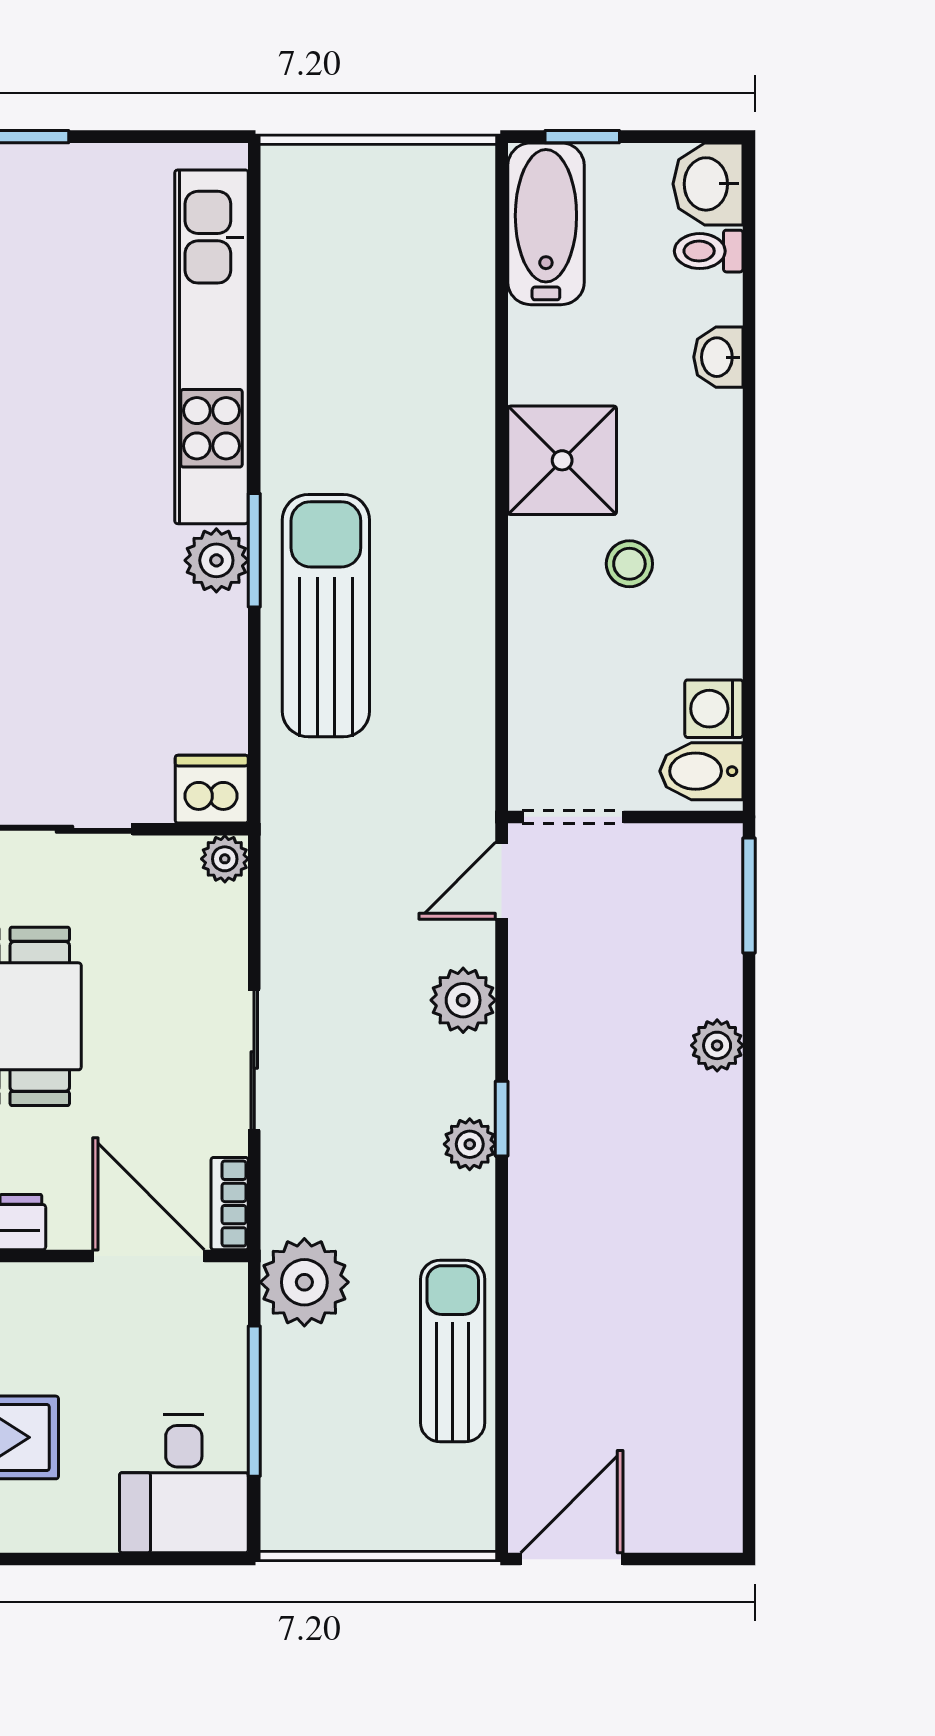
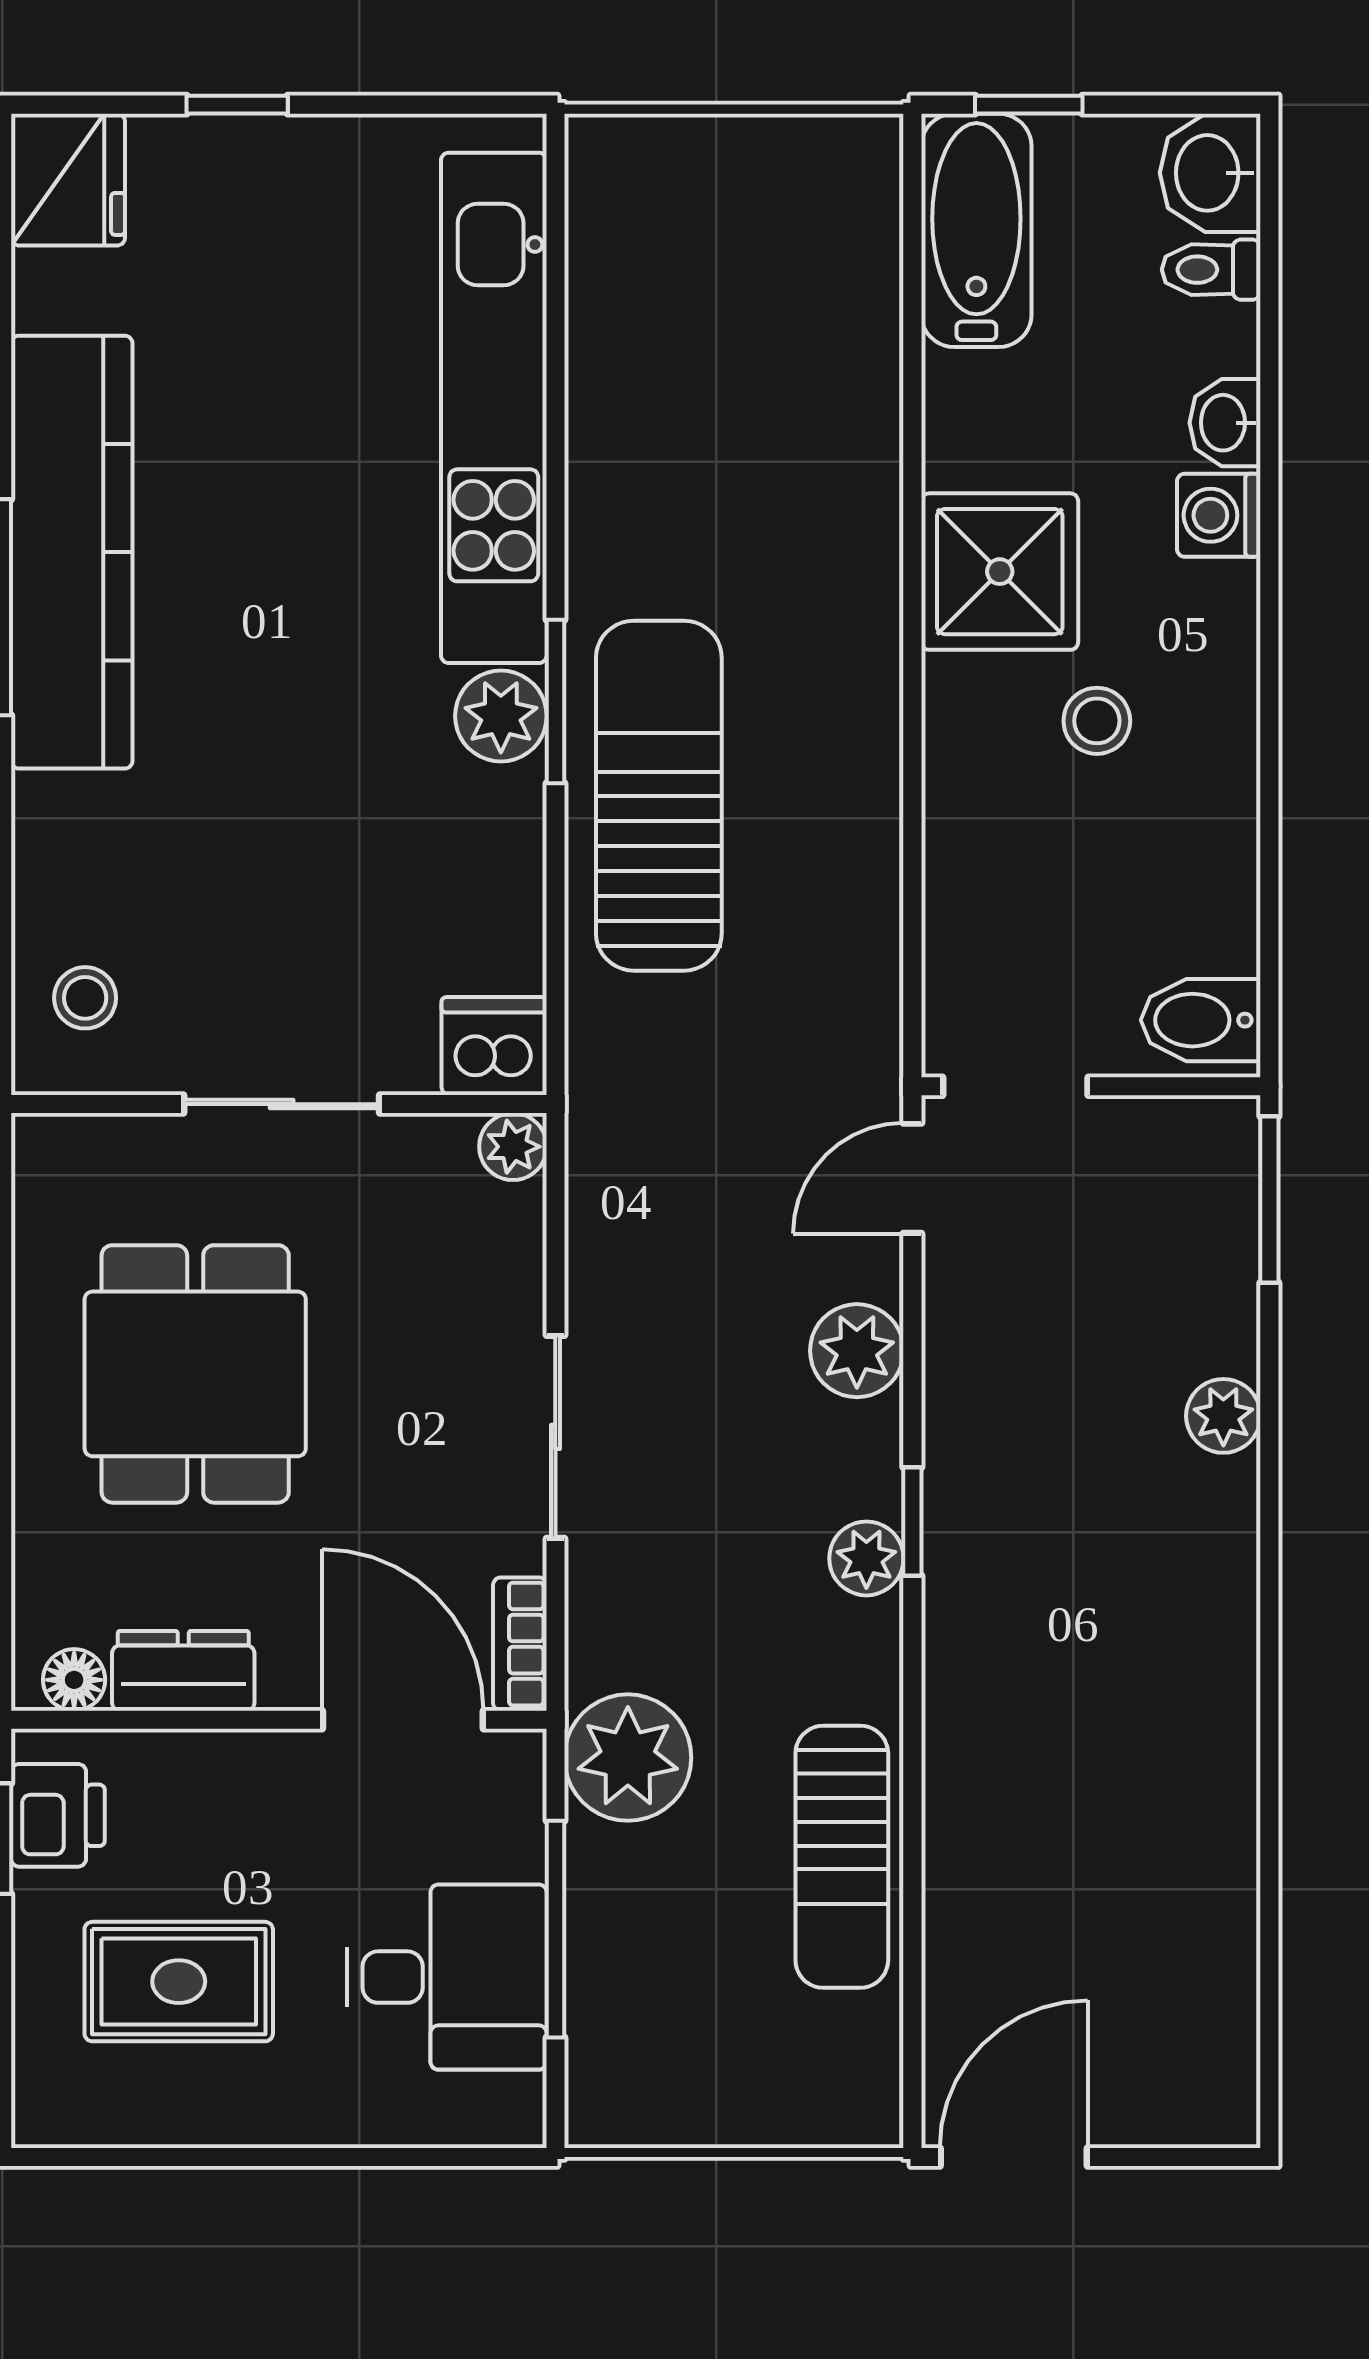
washing machine: (714, 709) -> (1219, 515), moved
sun lounger: (453, 1351) -> (842, 1857), turned 180
desk: (184, 1484) -> (447, 1977), moved, turned -90

